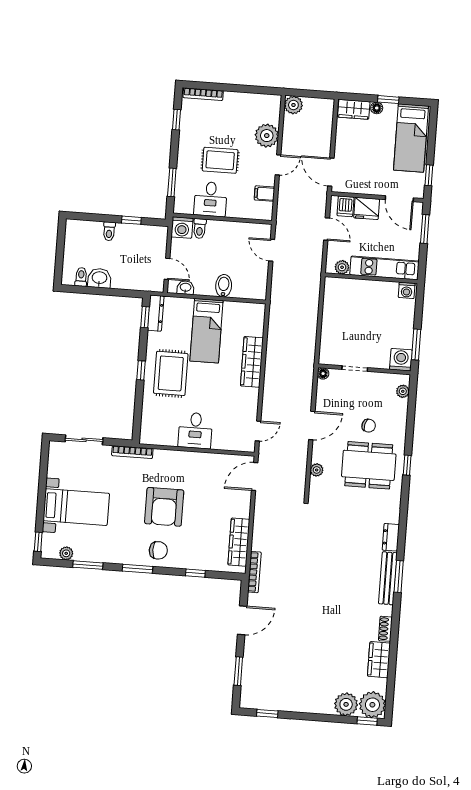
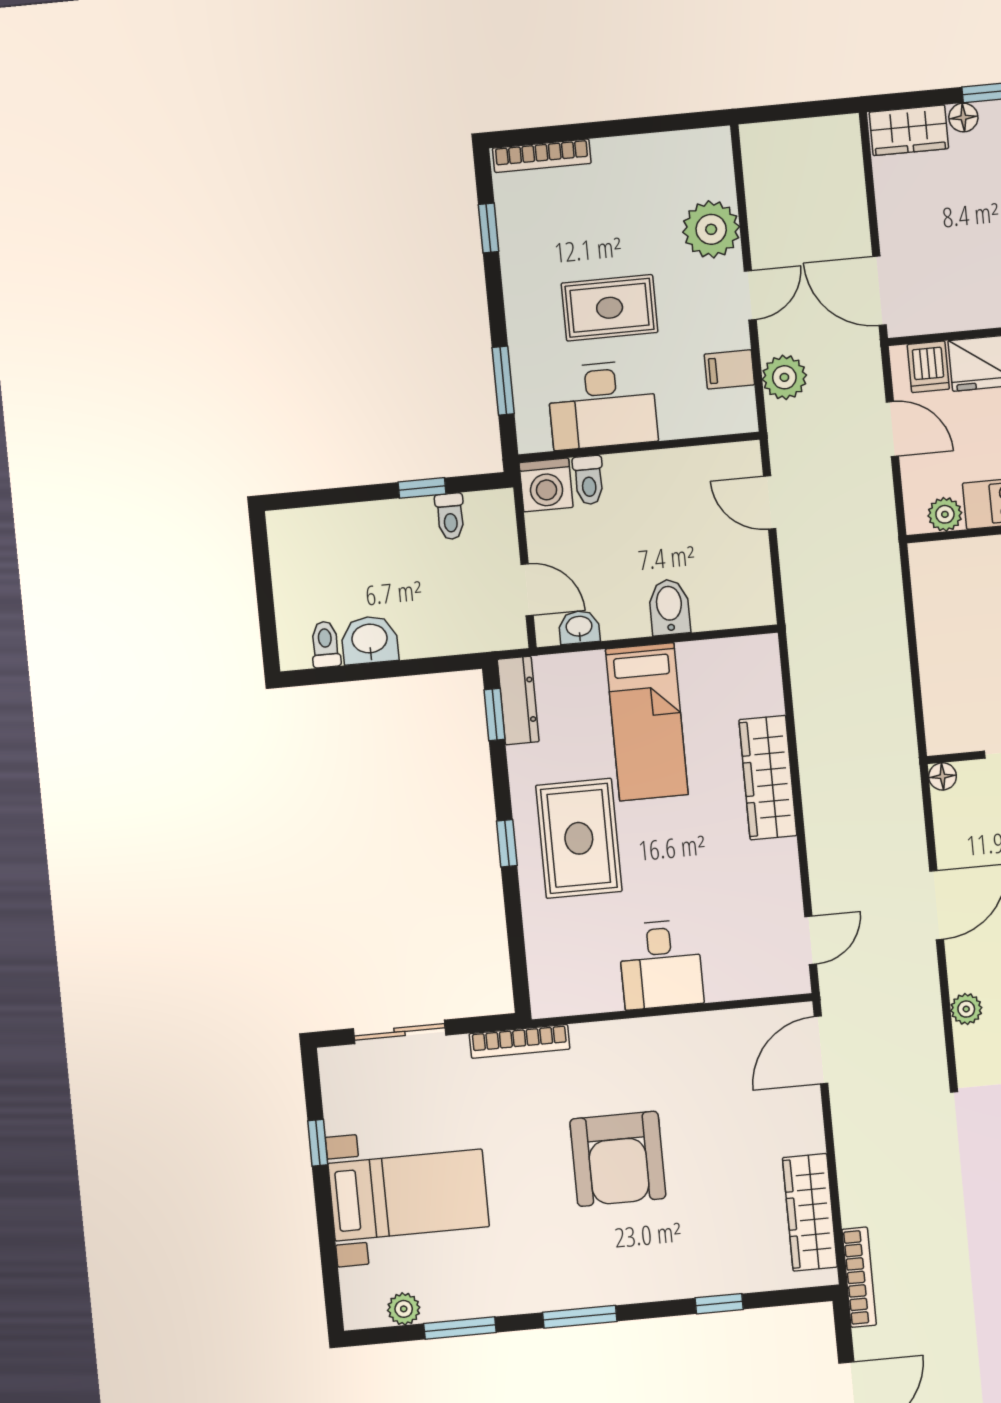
plant: (293, 105) -> (784, 377), moved
desk: (210, 199) -> (602, 405), width x1.37
toilet: (109, 231) -> (450, 516), moved
window: (38, 542) -> (318, 1143), moved
chair: (158, 550) -> (622, 1265), removed

